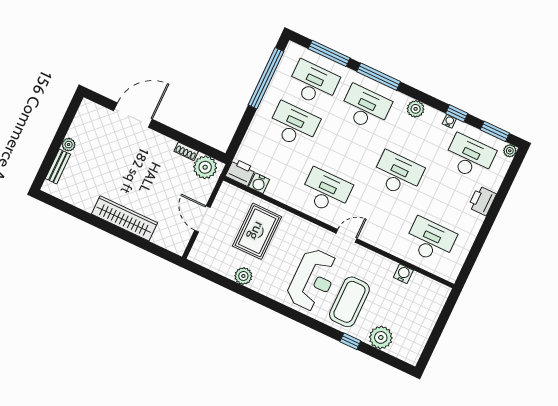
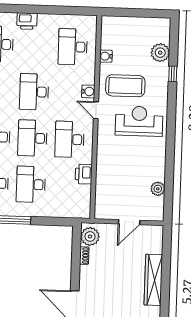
desk: (346, 150) -> (32, 138), added
printer: (241, 172) -> (84, 174), moved
water cooler: (259, 183) -> (88, 91), moved
rug: (257, 231) -> (121, 178), removed
plant: (243, 276) -> (158, 189), moved
coffee table: (349, 302) -> (125, 86), moved

